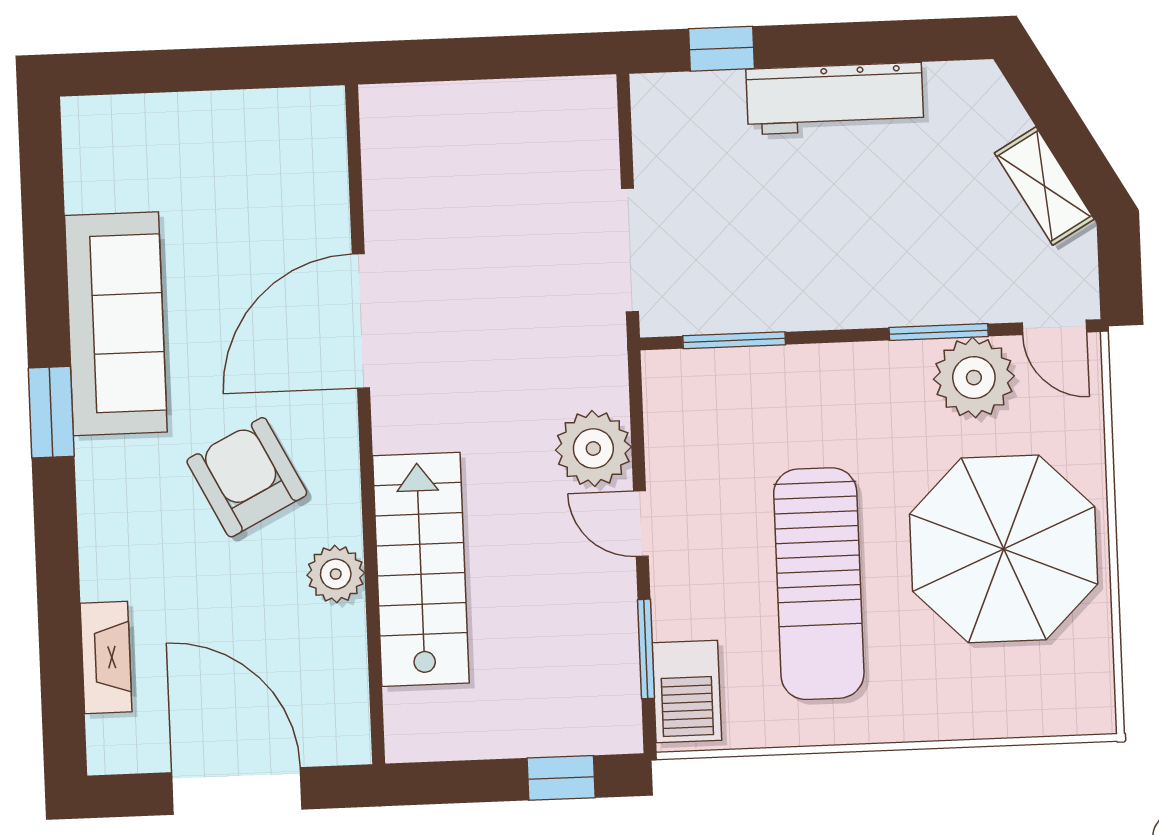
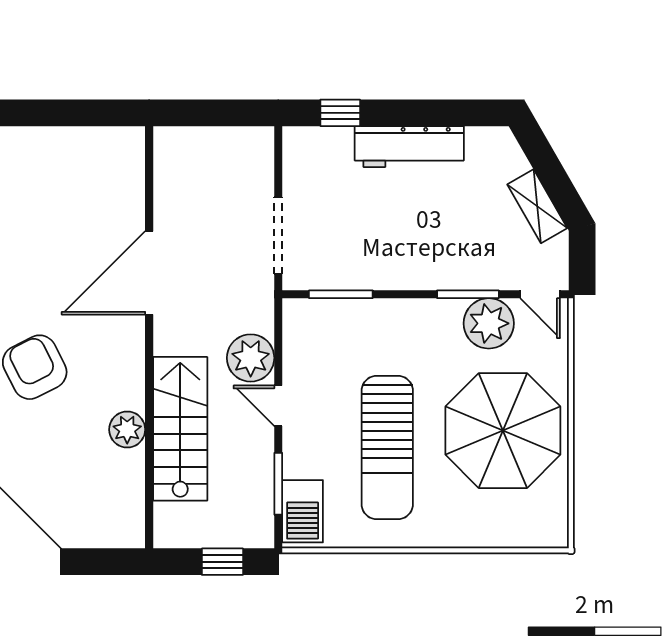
door: (361, 321) -> (149, 273), moved
wall: (365, 424) -> (149, 337), moved
stairs: (421, 569) -> (180, 429), moved
plant: (336, 574) -> (127, 430), moved

